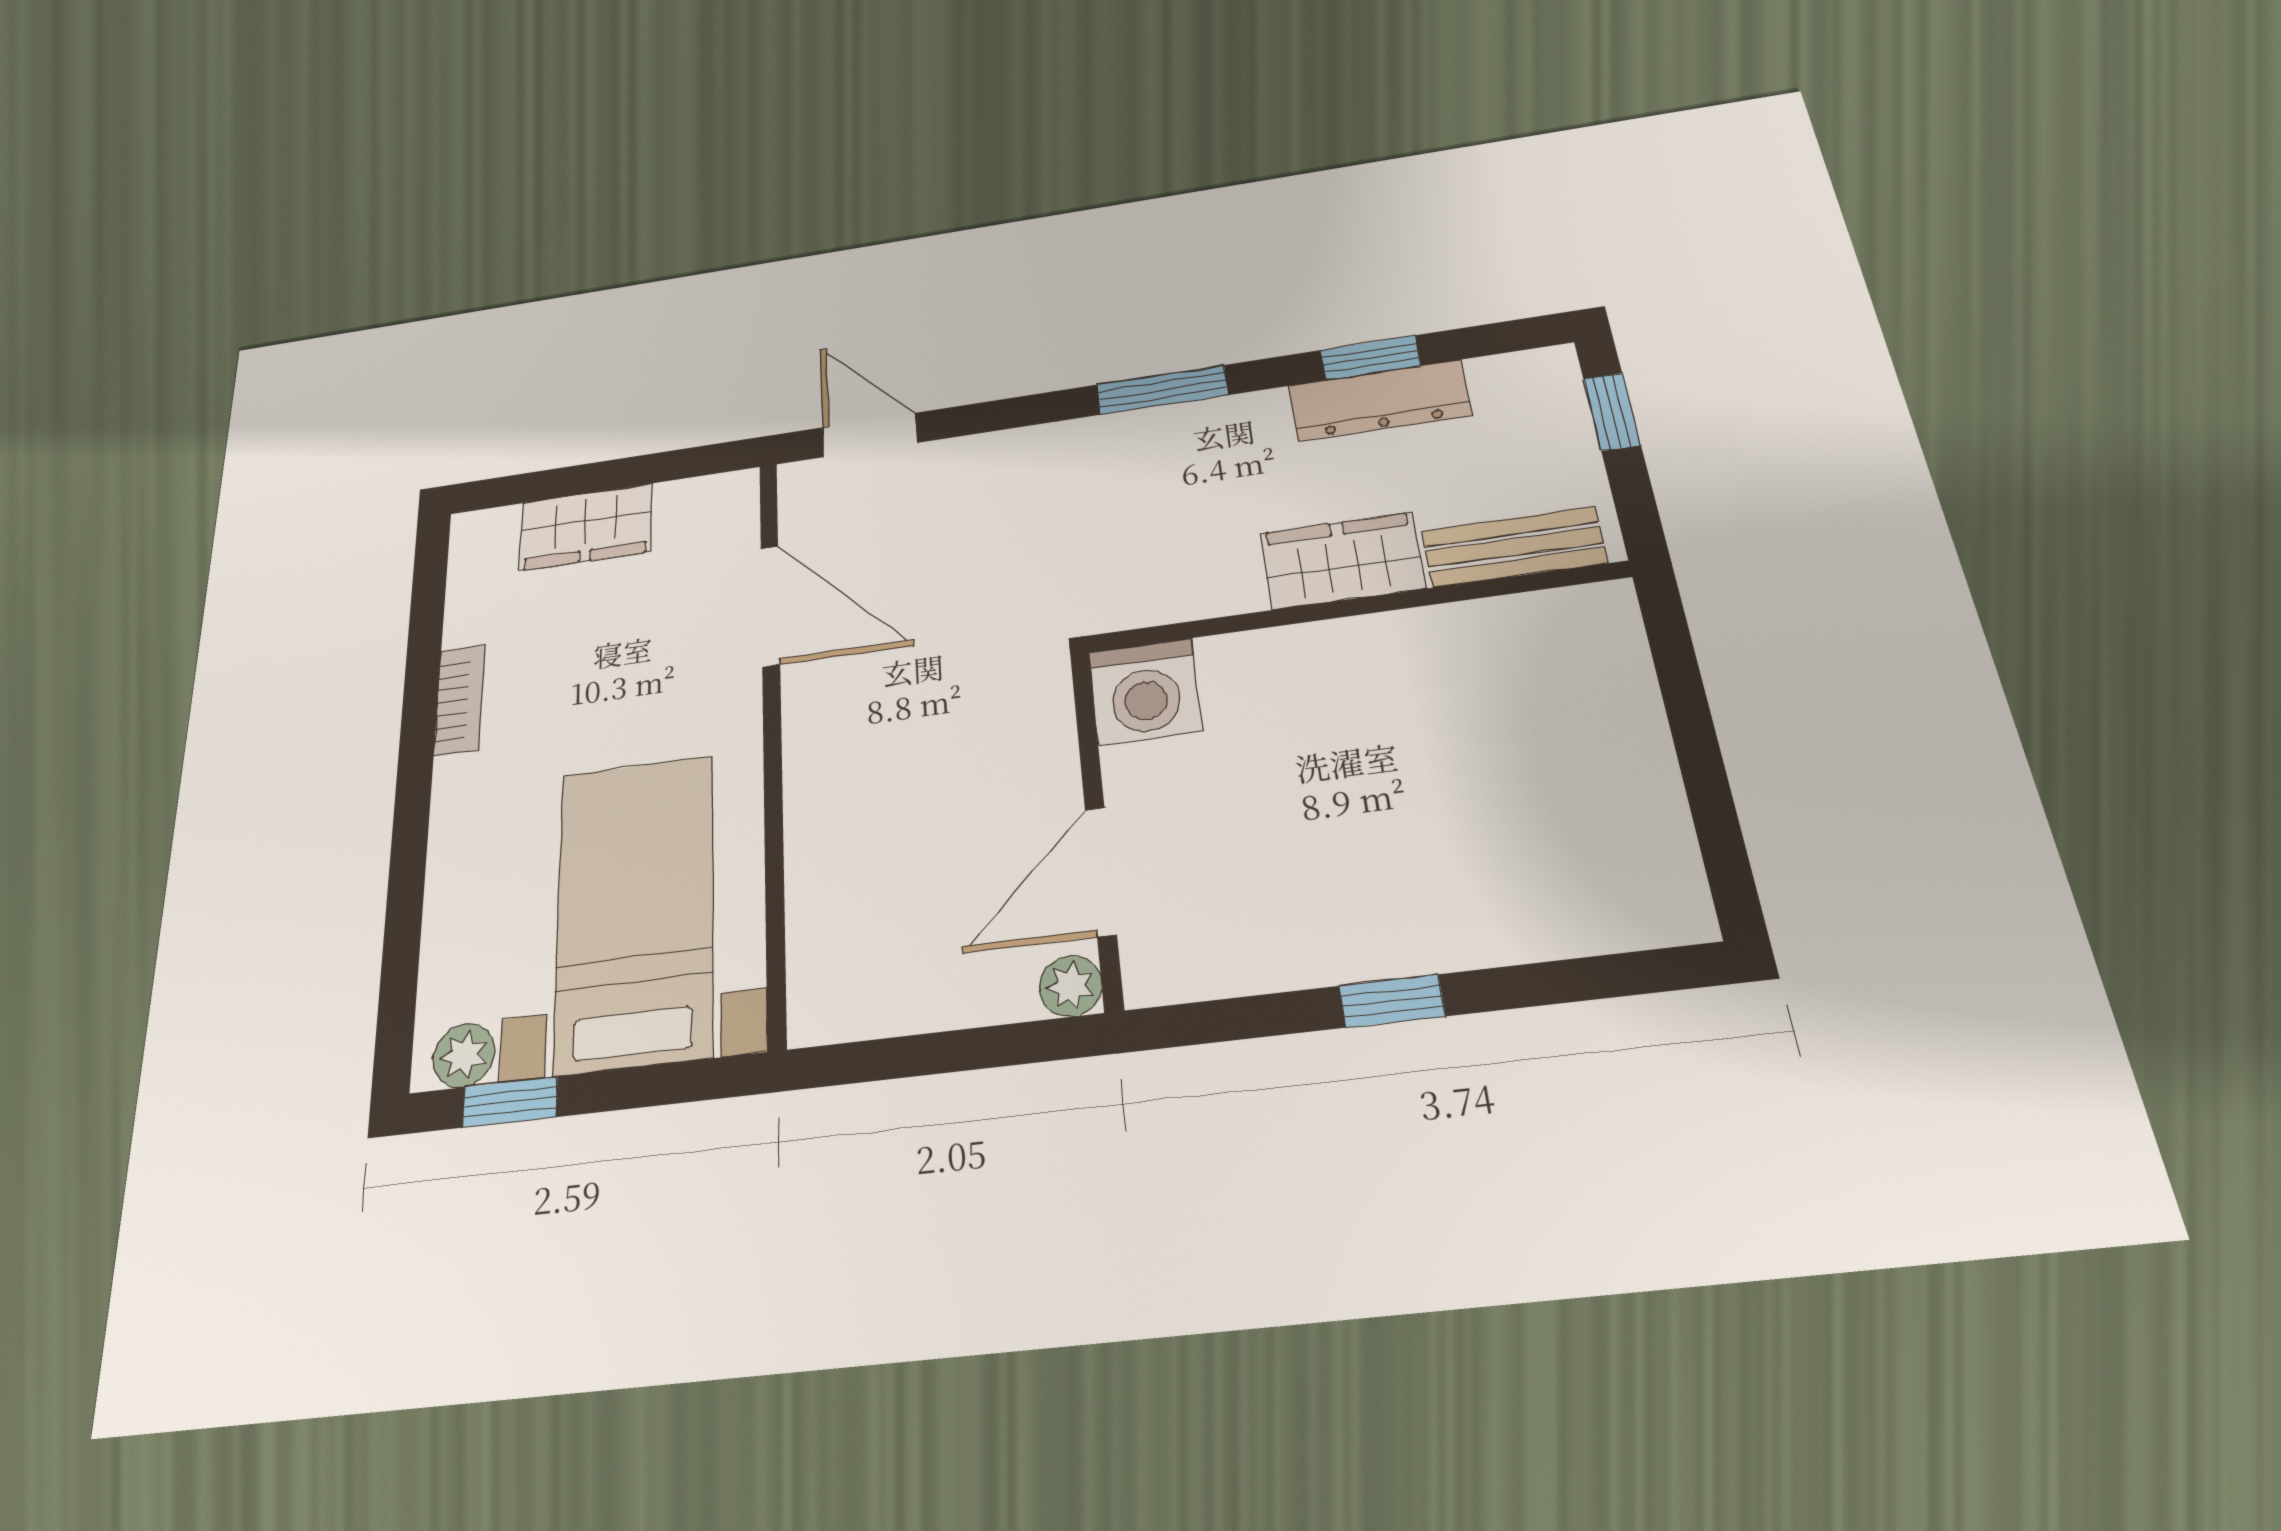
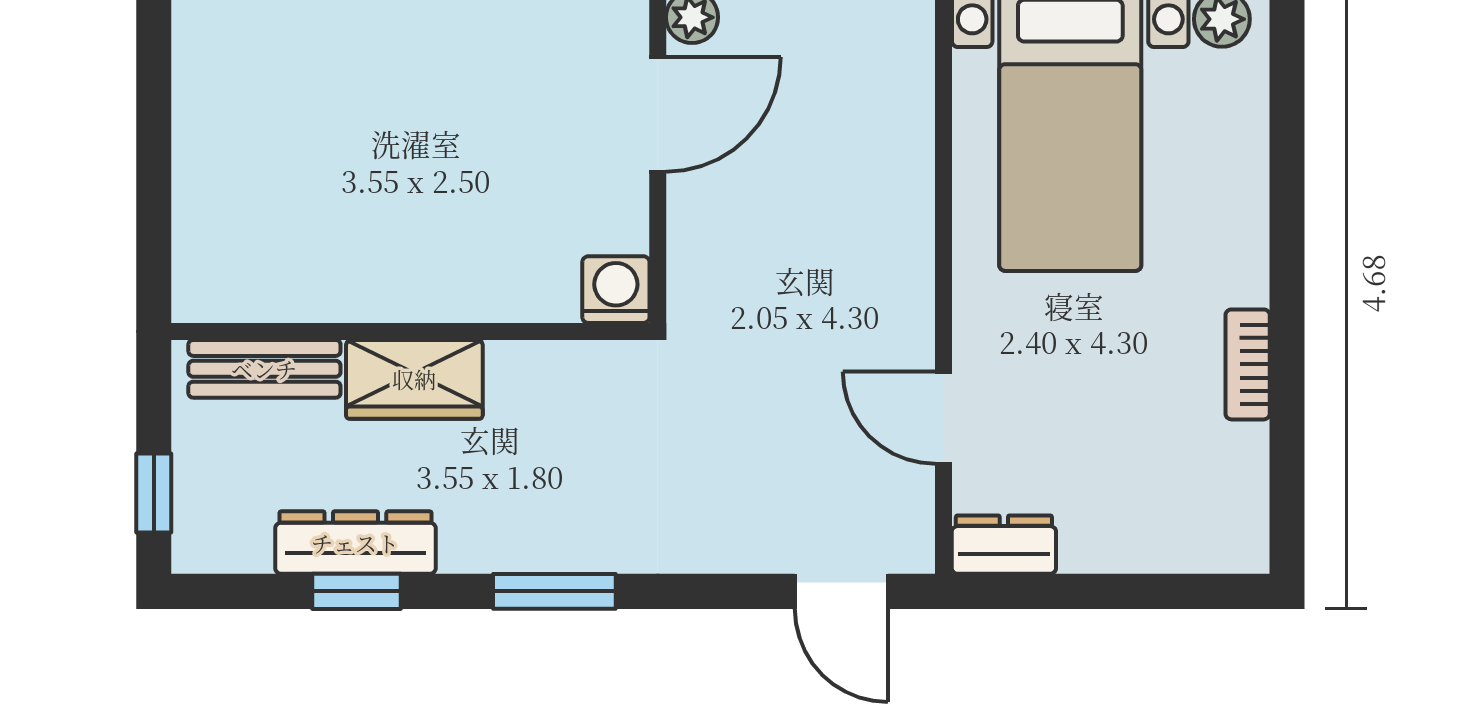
dresser: (708, 500) -> (1004, 545), added
wardrobe: (586, 527) -> (1128, 535), removed
door: (770, 606) -> (943, 418), width x0.73
washing machine: (1145, 691) -> (616, 290), width x0.73, depth x0.73

